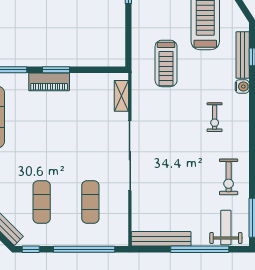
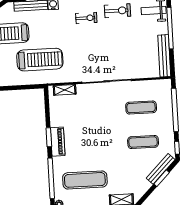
treadmill: (166, 63) -> (40, 60), width x1.37, depth x1.38
exercise bike: (215, 117) -> (86, 18), moved

